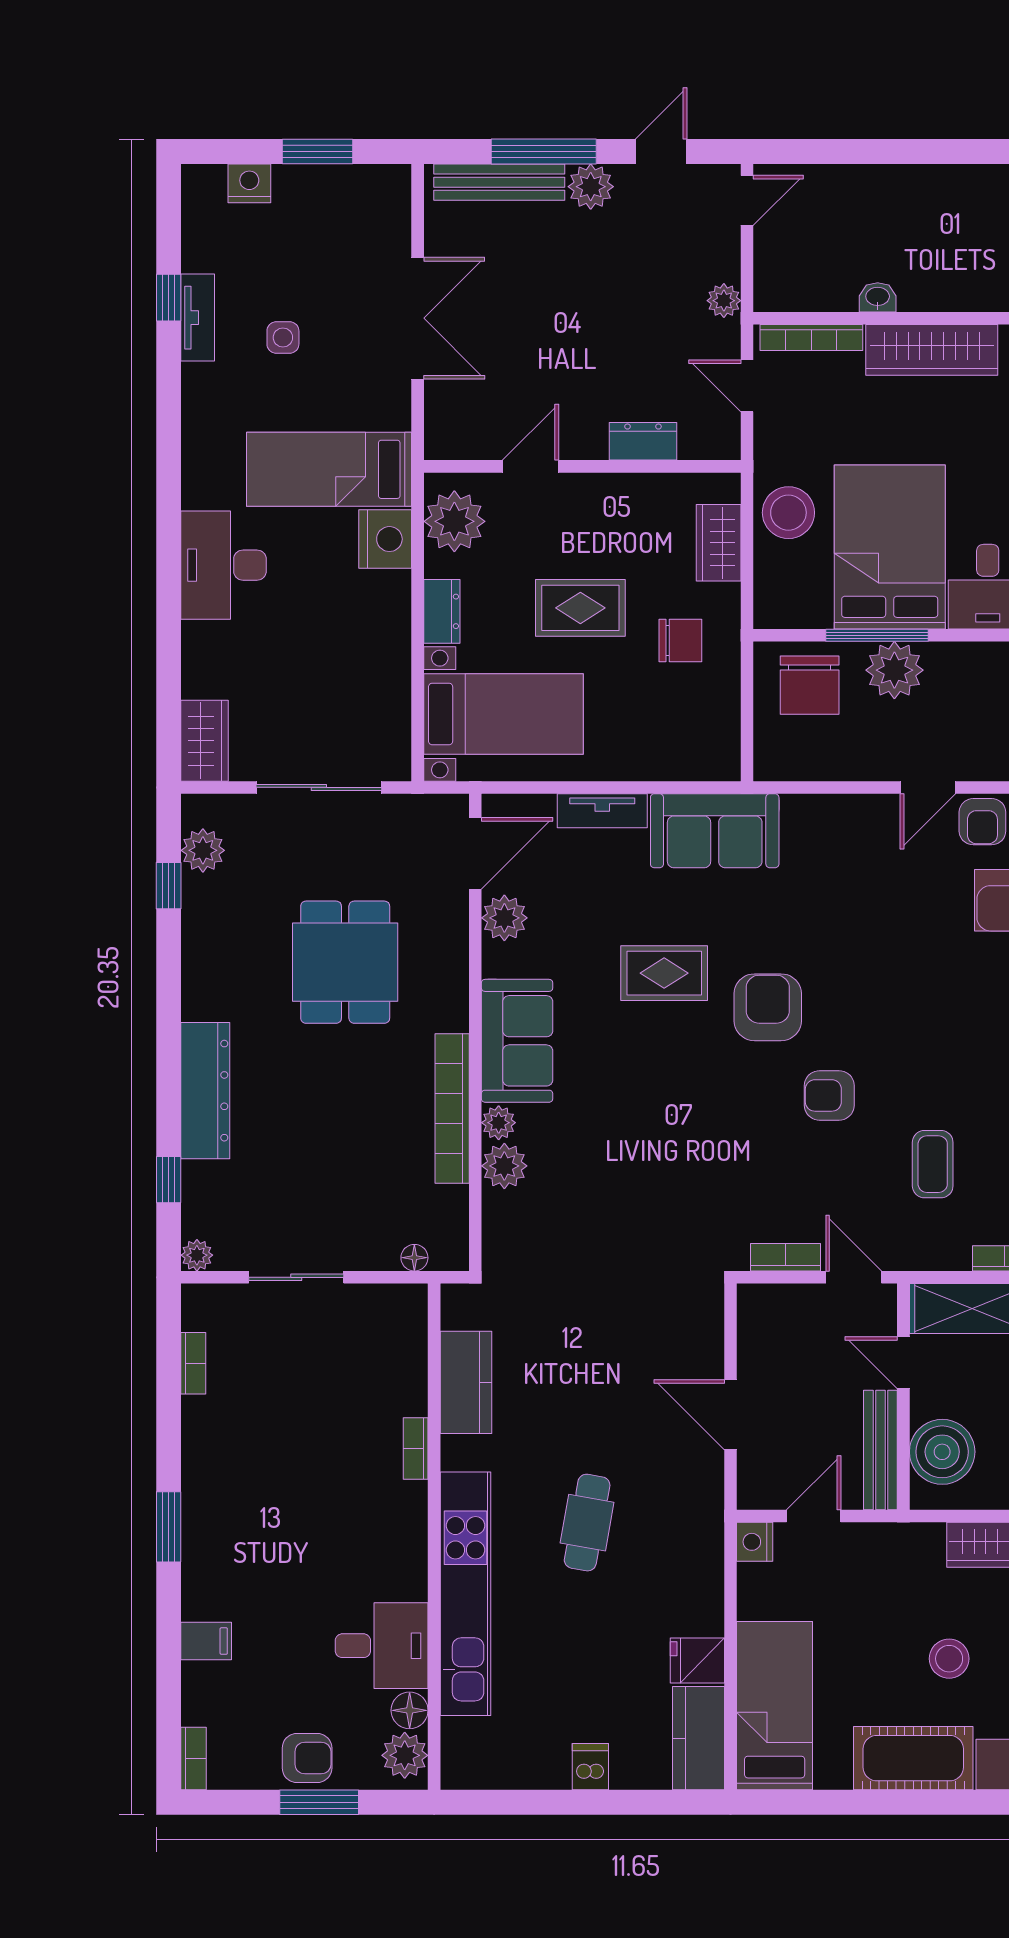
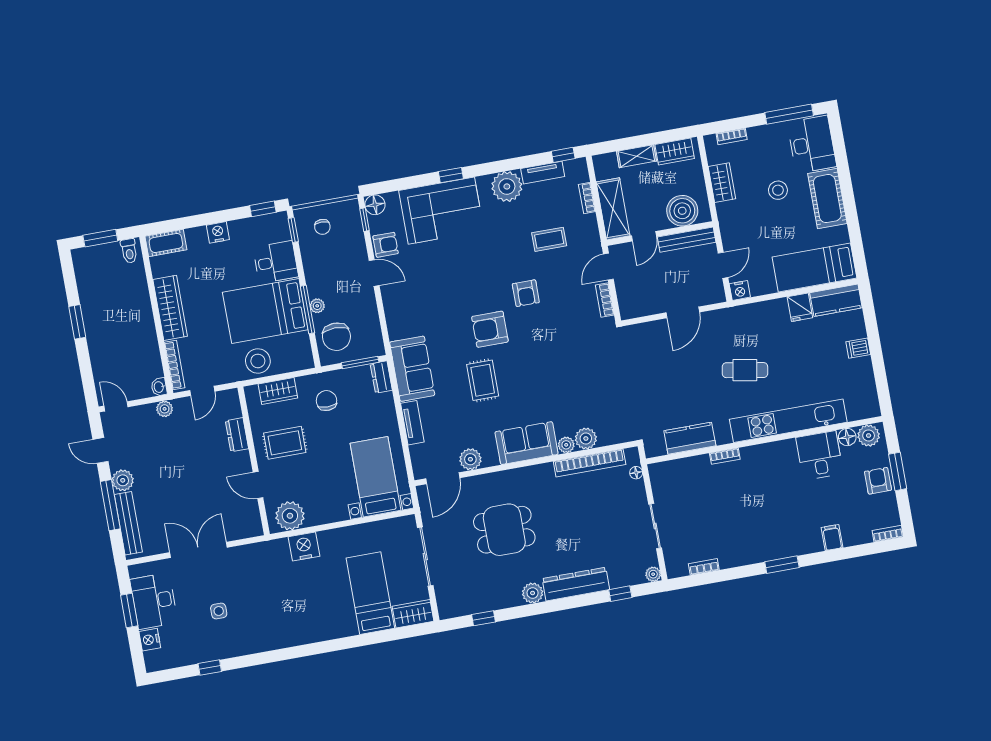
window: (937, 152) -> (77, 322), added
washbasin: (878, 297) -> (159, 387), moved
tv unit: (198, 318) -> (217, 652), removed
bed: (329, 469) -> (370, 593), moved, turned 180
desk: (224, 565) -> (154, 601), moved, turned 90
rug: (580, 608) -> (285, 443), moved, turned 90
dresser: (442, 611) -> (381, 377), moved, turned -90
plant: (894, 670) -> (317, 306), width x0.53, depth x0.53
chair: (810, 685) -> (336, 337), turned 90
window: (747, 725) -> (360, 363), added
plant: (203, 850) -> (533, 593), moved
door: (475, 853) -> (443, 478), swing flipped
bookcase: (452, 1109) -> (590, 463), moved
door: (814, 1516) -> (723, 265), swing flipped

